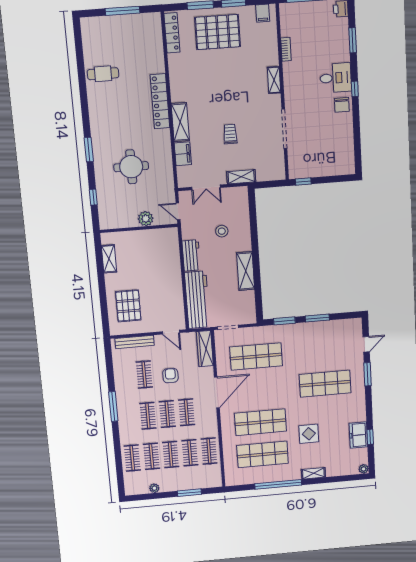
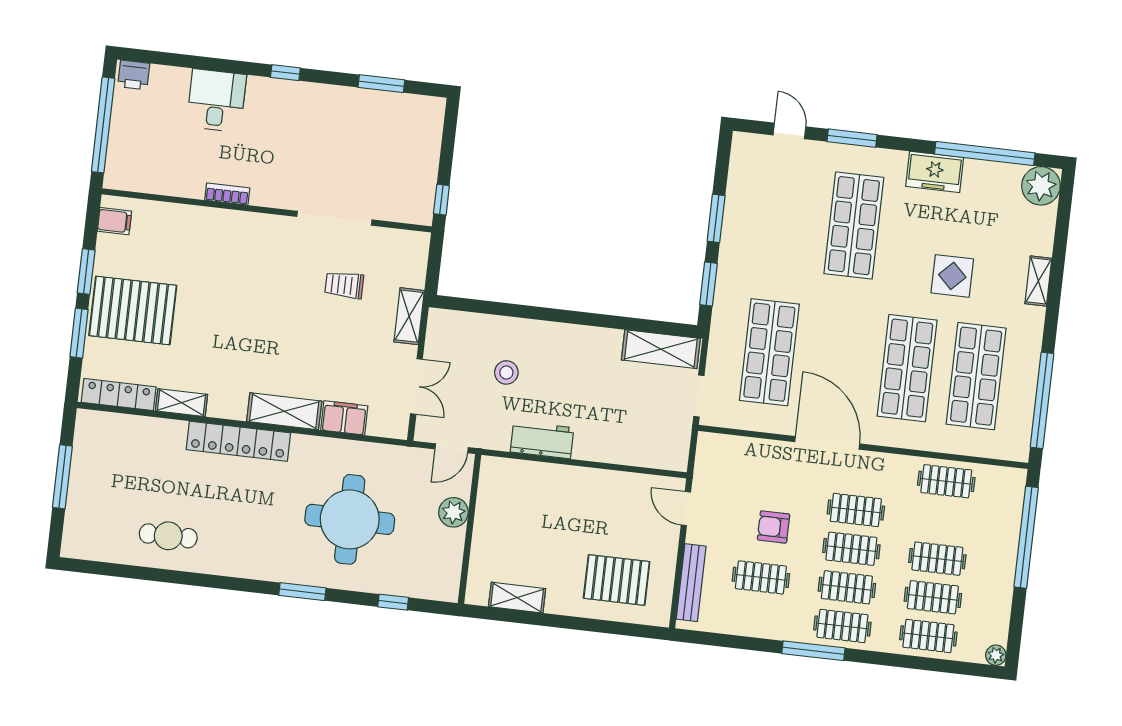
pallet: (218, 32) -> (133, 310), turned 90
window: (353, 40) -> (381, 84), moved
bookcase: (286, 49) -> (227, 194), moved
cafe table: (103, 74) -> (168, 536), turned 90
desk: (336, 78) -> (216, 101), moved
shelving: (274, 80) -> (181, 403), moved
chair: (342, 105) -> (310, 102), removed
trolley: (230, 134) -> (344, 285), moved
round table: (131, 167) -> (350, 519), width x1.36, depth x1.36
shelving: (246, 271) -> (661, 349), moved
workbench: (197, 300) -> (632, 445), removed
door: (171, 332) -> (686, 509), swing flipped
wardrobe: (205, 349) -> (733, 449), removed
freezer: (358, 435) -> (935, 172), moved
window: (370, 437) -> (985, 153), width x3.17
clothes rail: (190, 453) -> (842, 626), moved
plant: (364, 469) -> (1041, 186), width x1.87, depth x1.87
window: (278, 484) -> (1042, 400), moved
plant: (154, 488) -> (996, 655), moved
window: (189, 493) -> (1026, 537), width x2.11

